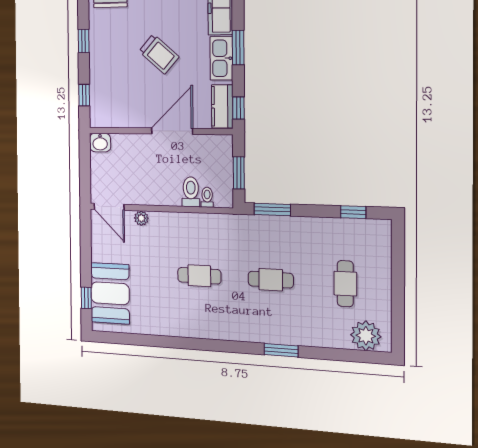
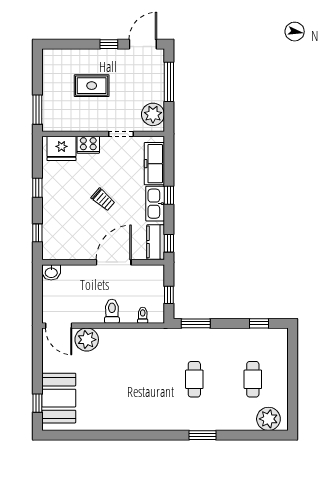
window: (238, 47) -> (169, 195), width x0.67
trolley: (159, 54) -> (103, 200), width x0.73, depth x0.72
window: (239, 173) -> (169, 295), width x0.67
toilet: (191, 192) -> (112, 311), moved
plant: (141, 218) -> (87, 340), width x1.88, depth x1.88
cafe table: (199, 276) -> (136, 379), removed
cafe table: (271, 280) -> (194, 379), turned 90

